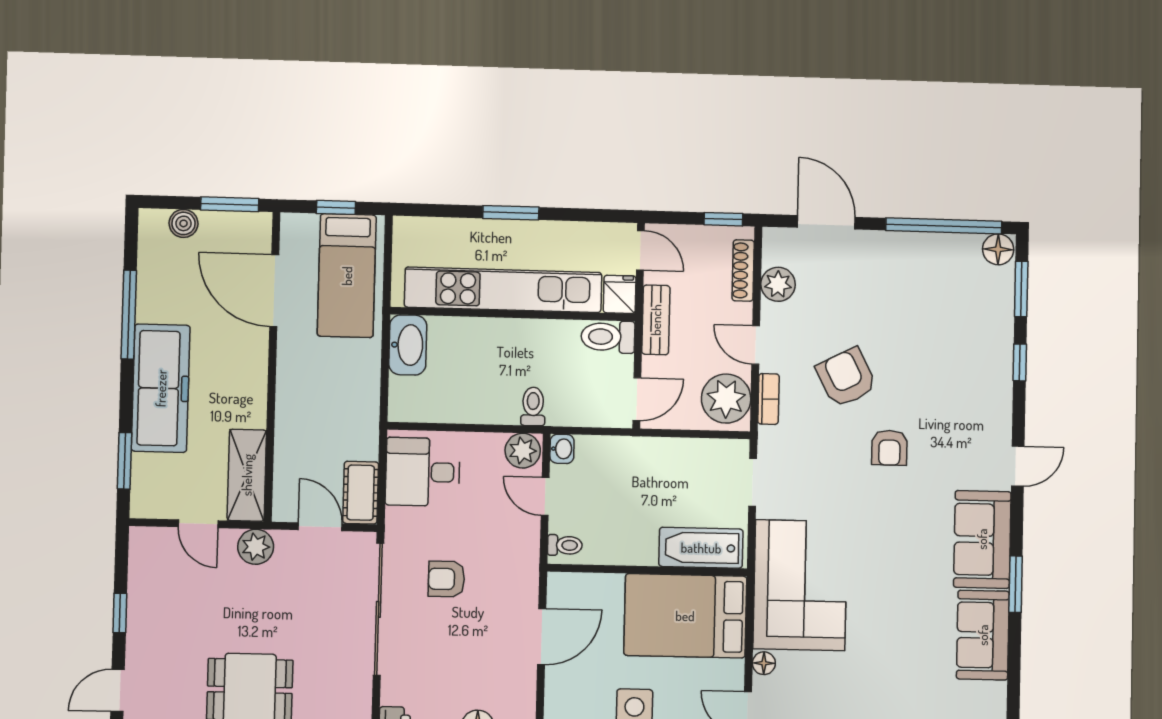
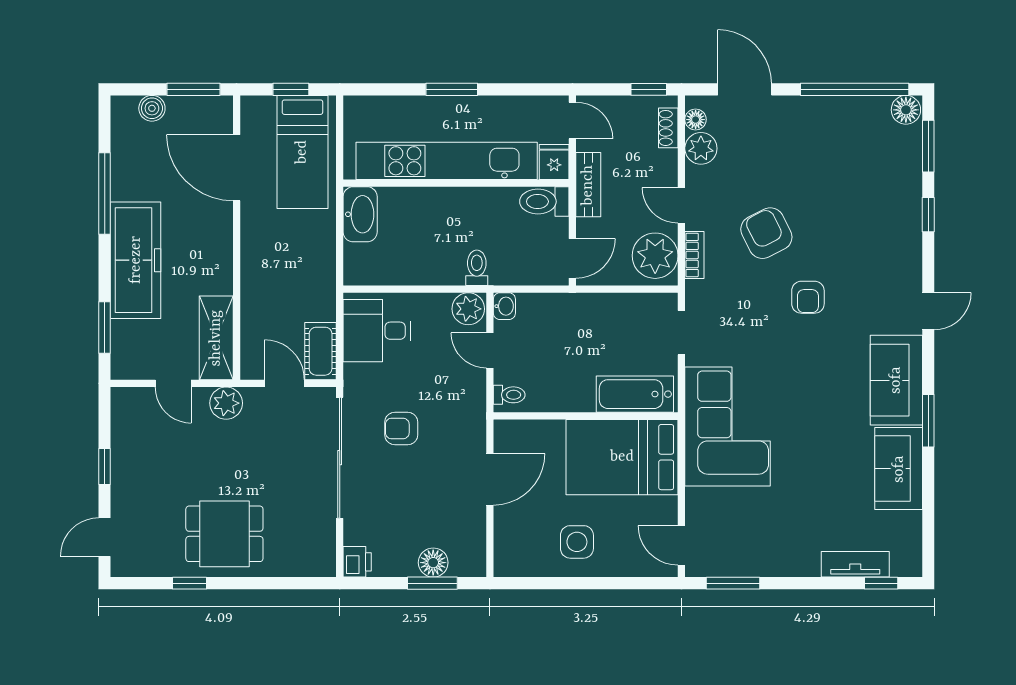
shoe rack: (743, 270) -> (668, 128), width x0.70
floor lamp: (764, 663) -> (696, 120), moved

